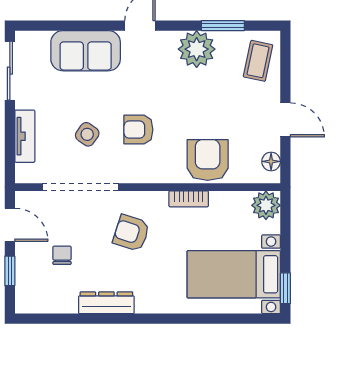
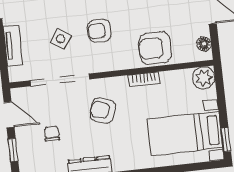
armchair: (208, 160) -> (155, 48), turned -91

